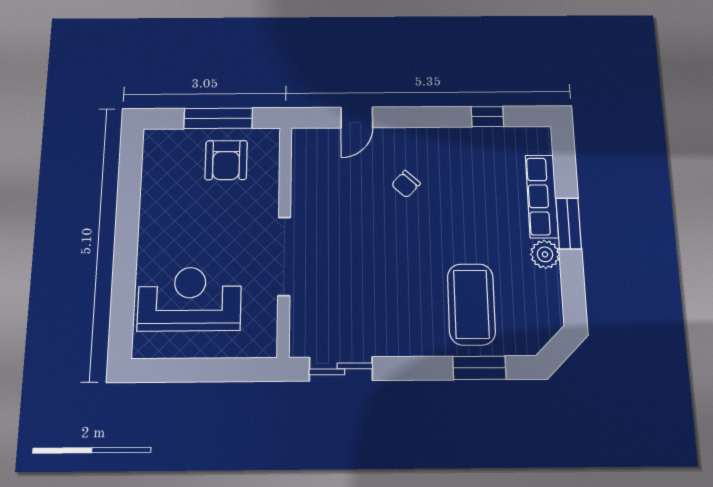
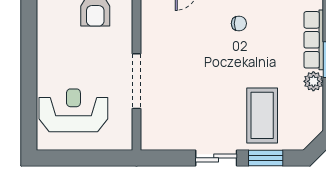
chair: (406, 184) -> (239, 23), moved, turned -133
sliding door: (341, 369) -> (216, 158), moved

